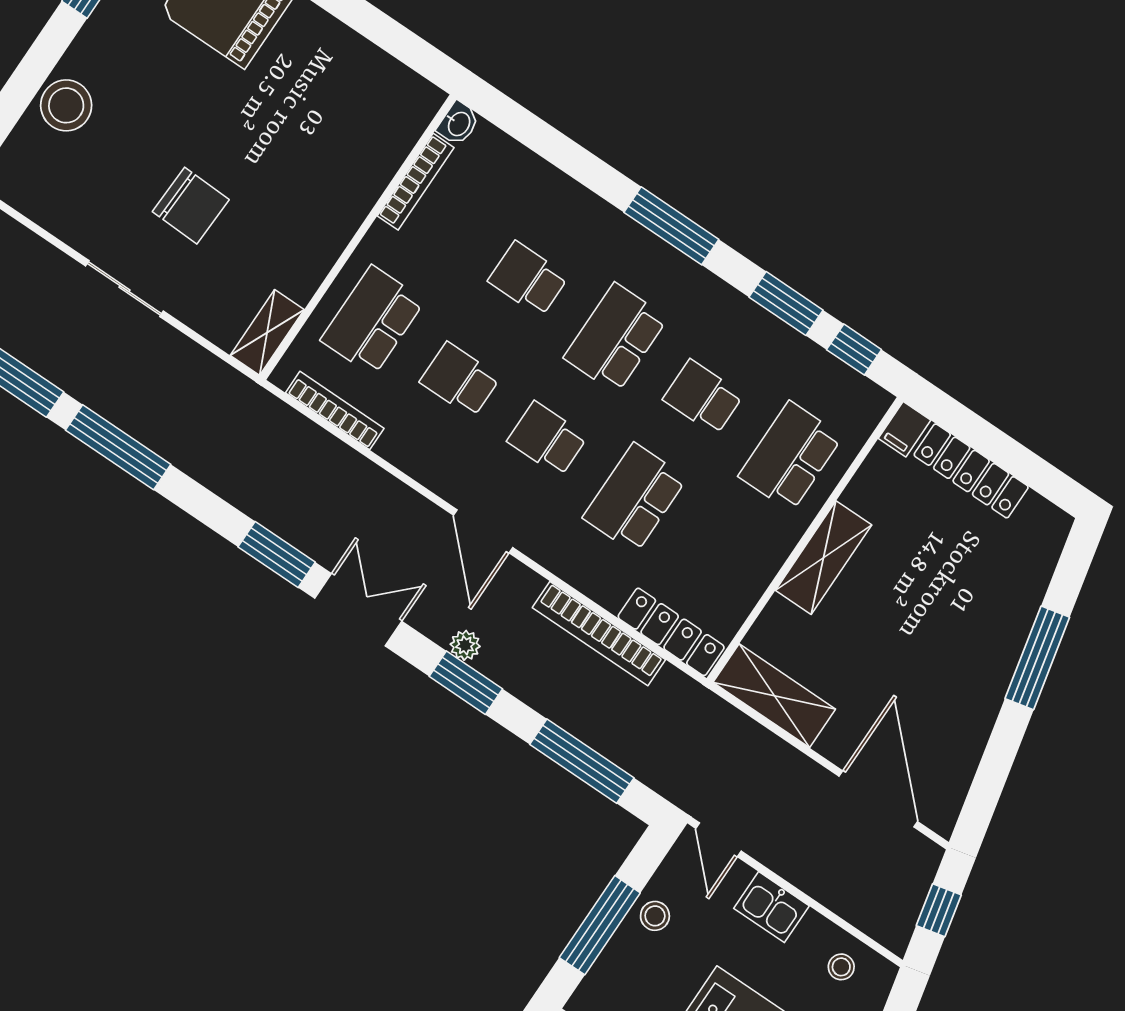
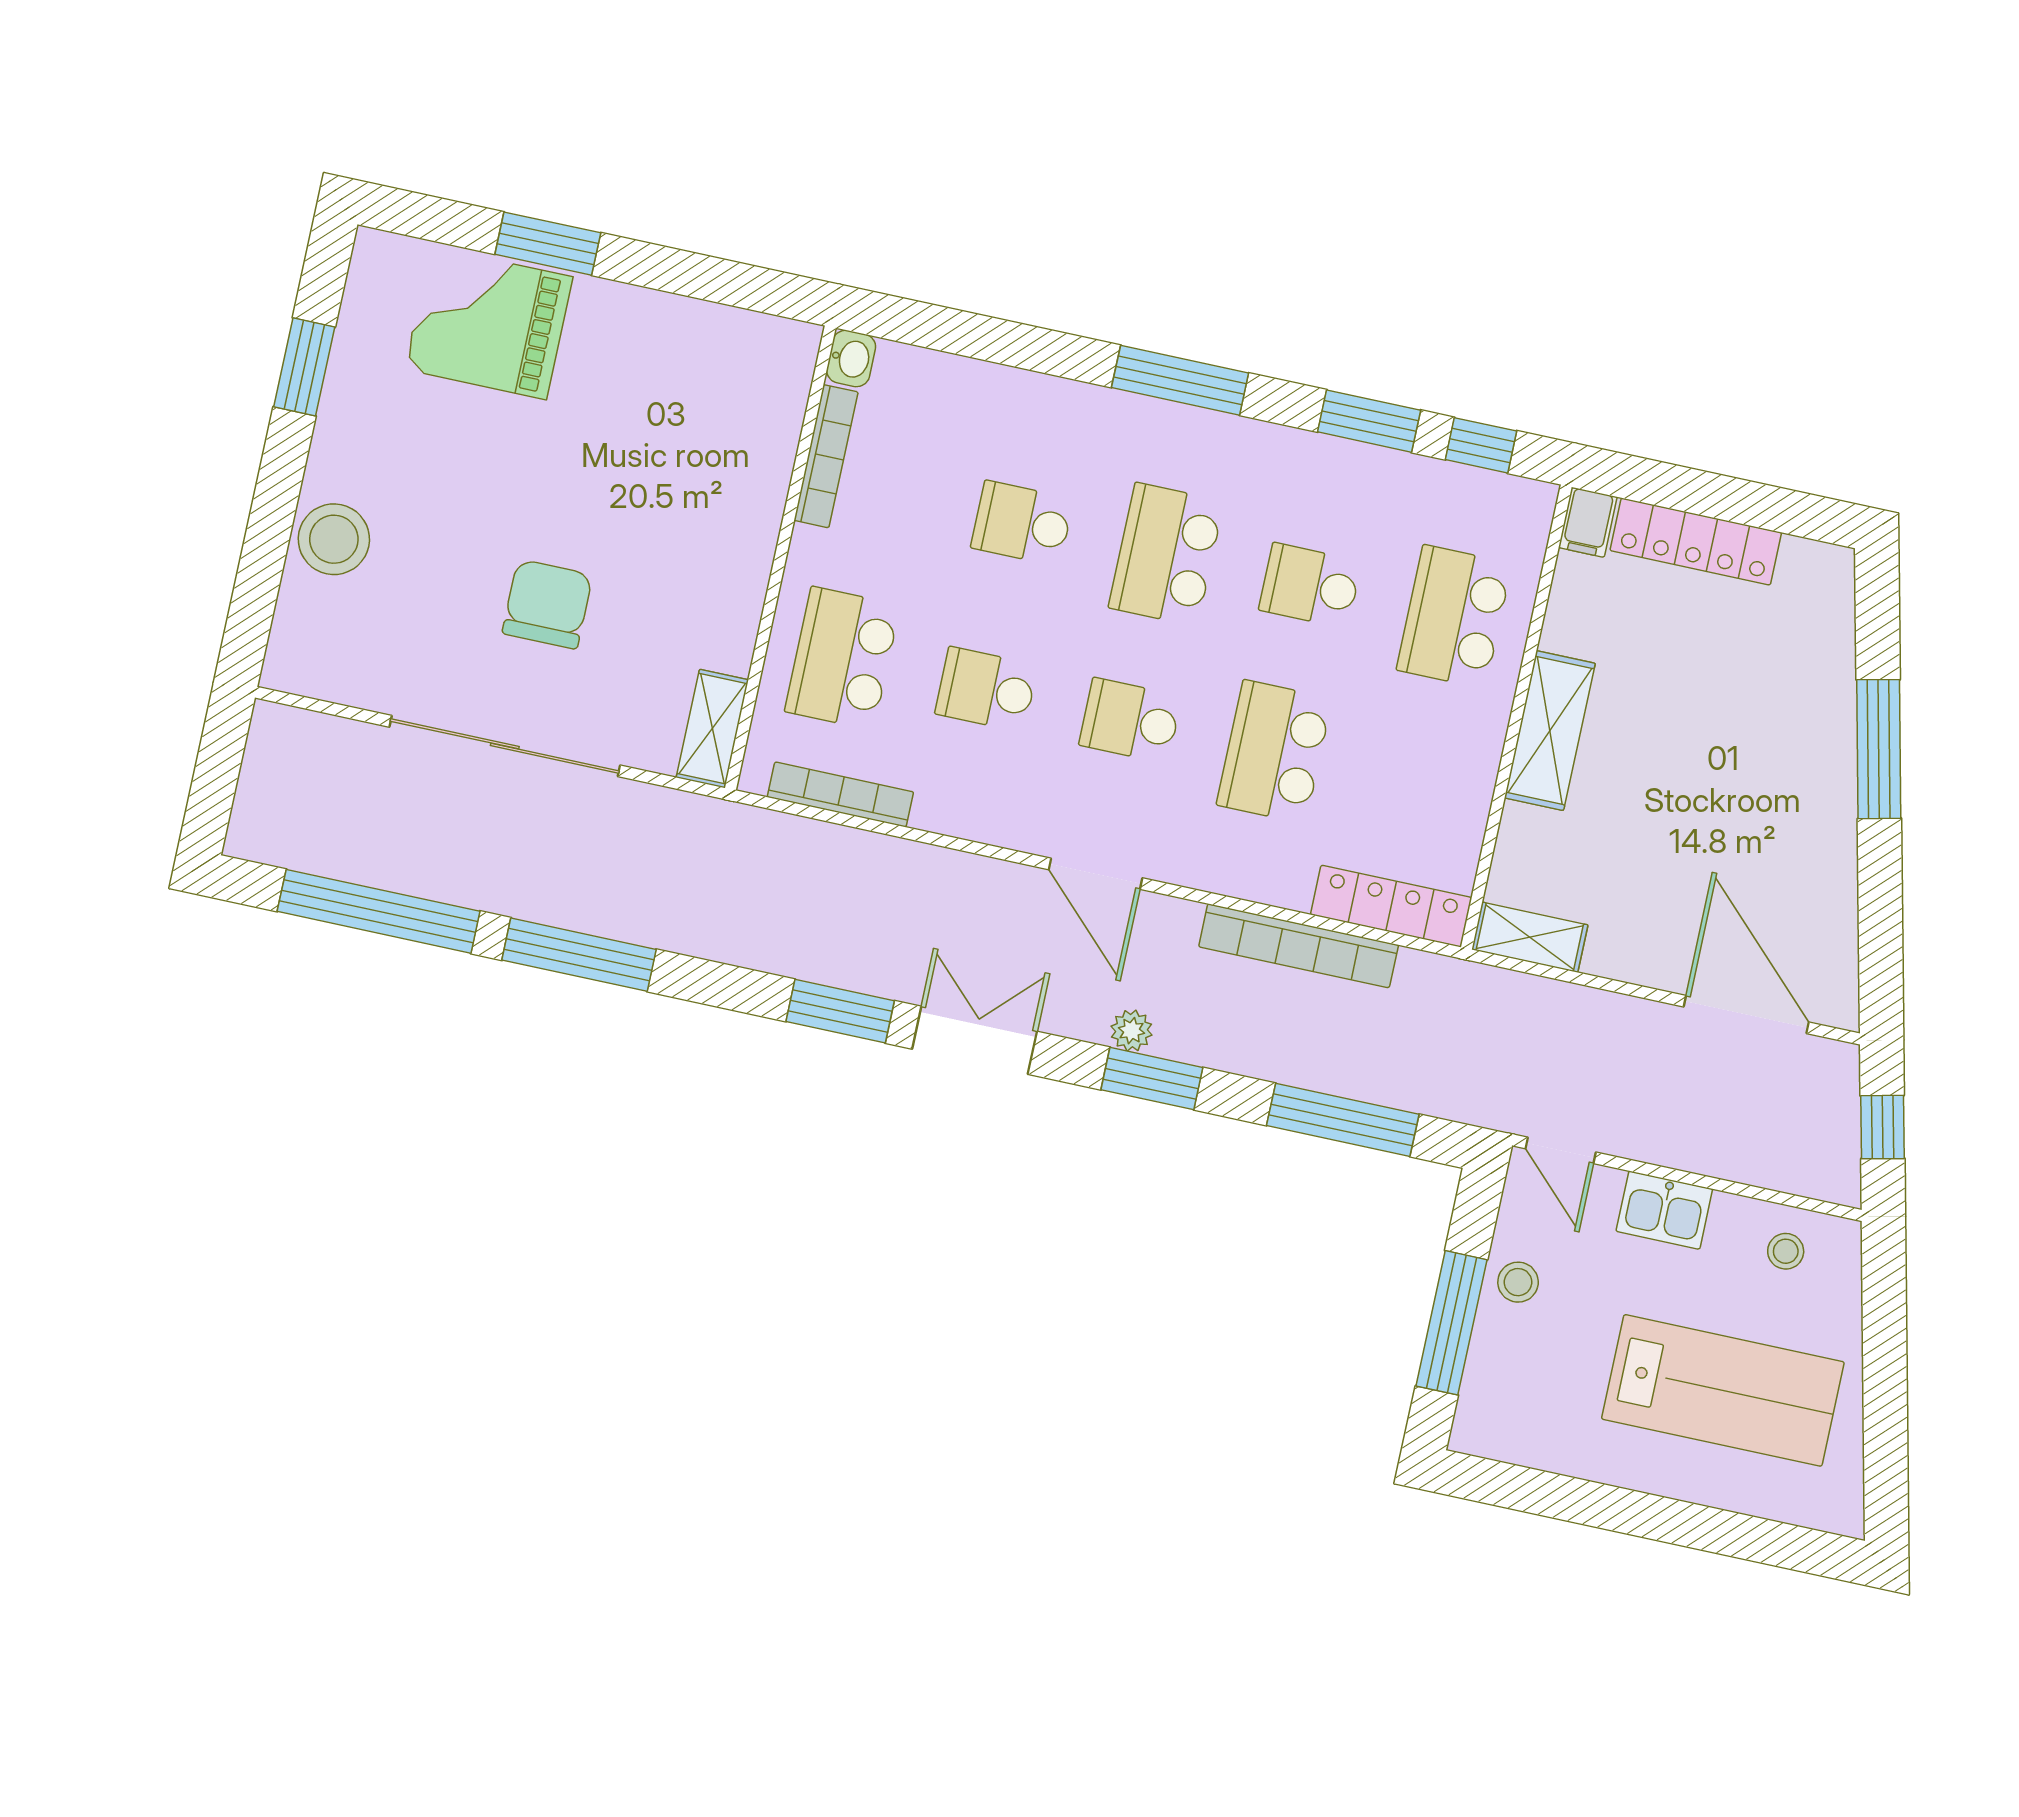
chair: (191, 206) -> (547, 604), turned -92
sliding door: (124, 289) -> (505, 746), width x1.86
shelving: (774, 696) -> (1530, 937), width x0.67, depth x0.75

